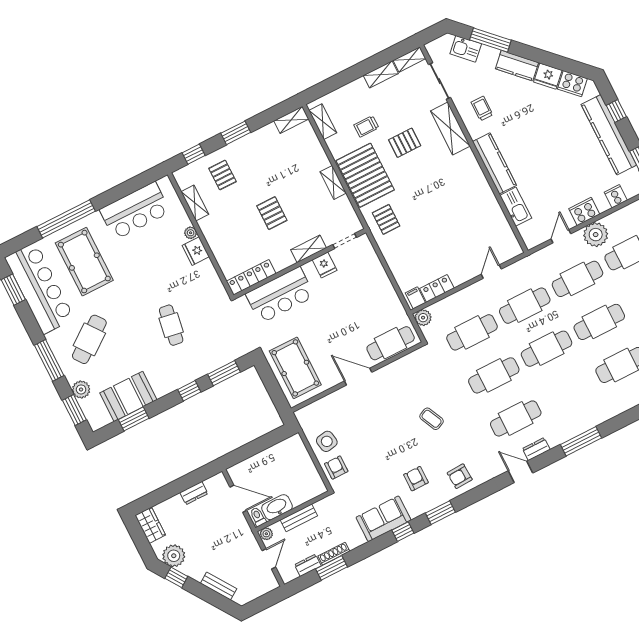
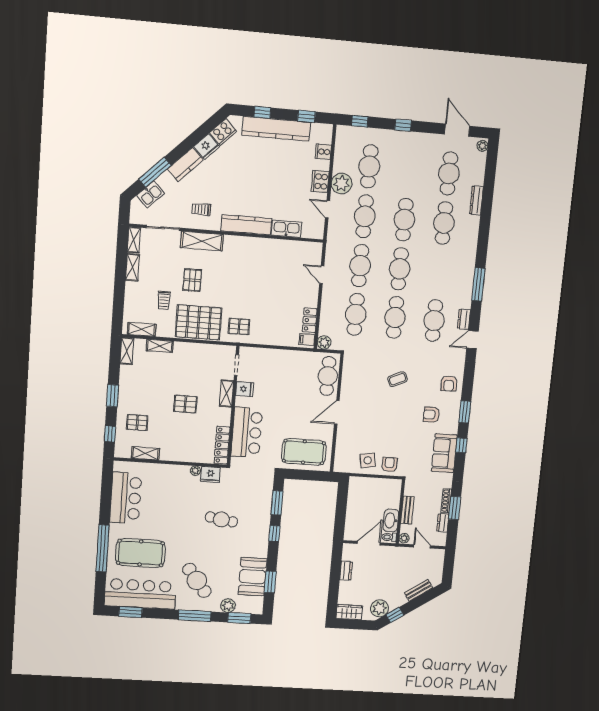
shelving: (333, 182) -> (160, 346), moved
plant: (191, 233) -> (195, 471), moved
fridge: (196, 251) -> (210, 475), moved
armchair: (336, 467) -> (389, 465), turned 90

